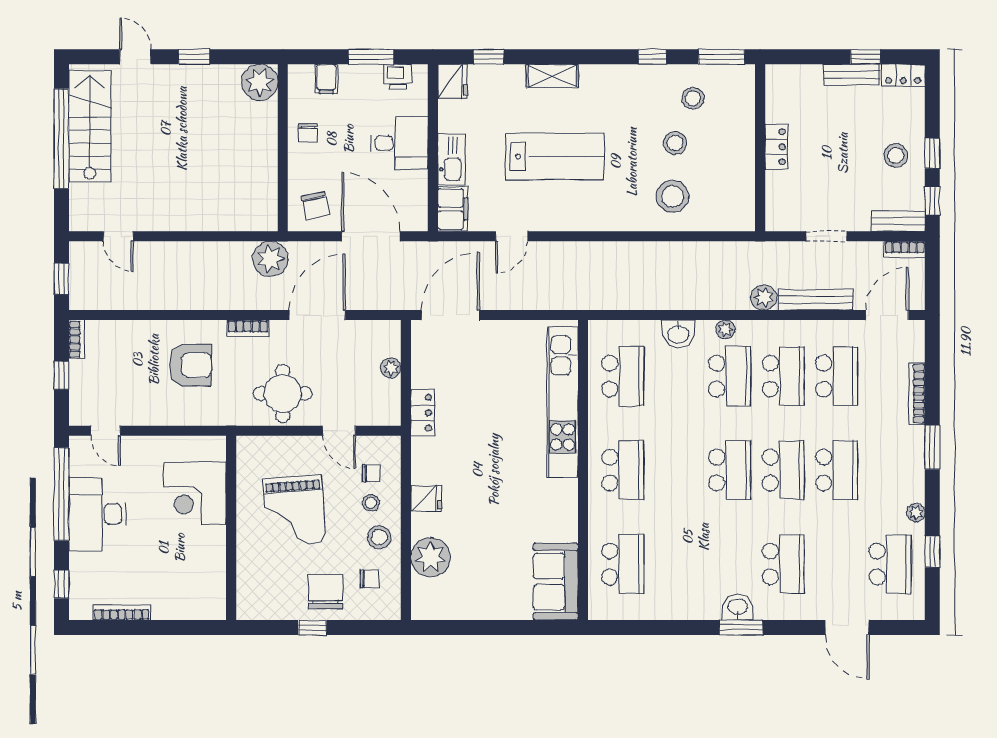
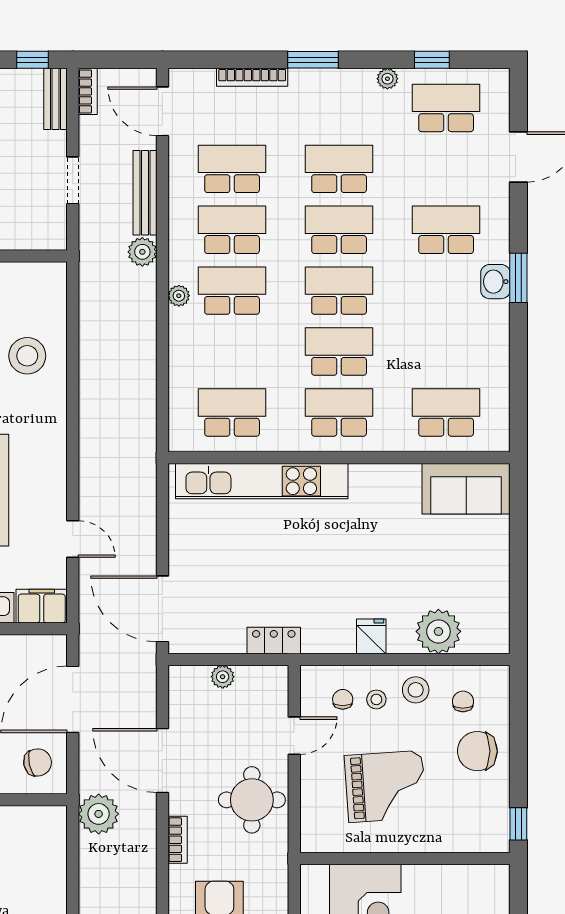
washbasin: (678, 334) -> (184, 349), removed
school desk: (676, 470) -> (339, 352), added
window: (312, 628) -> (518, 824), moved

